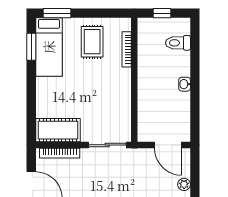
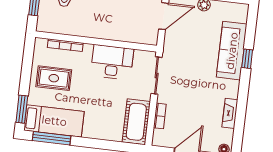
window: (31, 47) -> (52, 138), width x1.44
desk: (115, 99) -> (112, 62), added
bookcase: (60, 153) -> (160, 116), width x0.64

